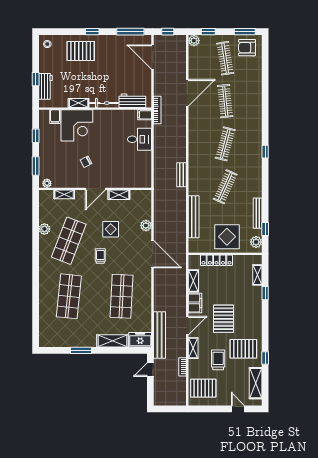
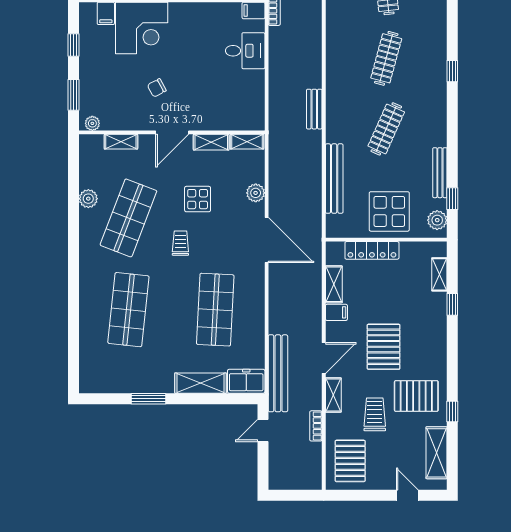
shelving: (141, 194) -> (247, 142), added
filing cabinet: (195, 303) -> (336, 312), width x0.50
pallet: (203, 388) -> (350, 461), turned 90

